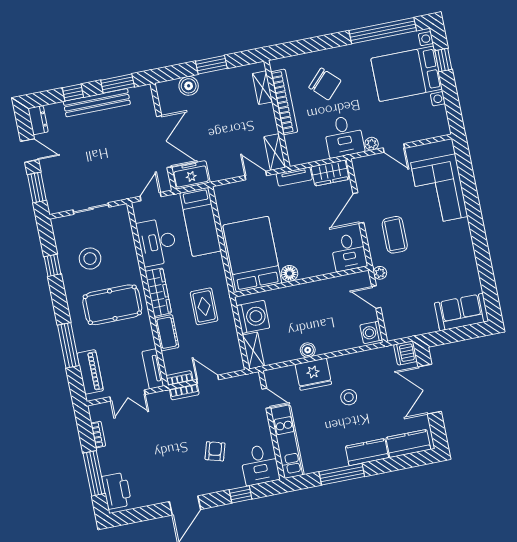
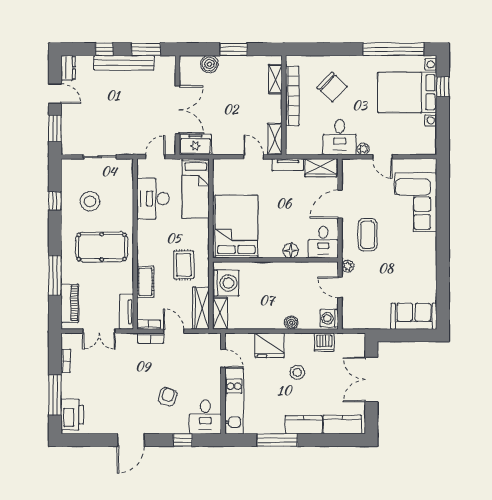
floor lamp: (289, 273) -> (291, 251), moved
wardrobe: (158, 292) -> (201, 308), moved, turned 180
boiler: (308, 350) -> (291, 323), moved
dishwasher: (406, 353) -> (324, 342), moved, turned -90

